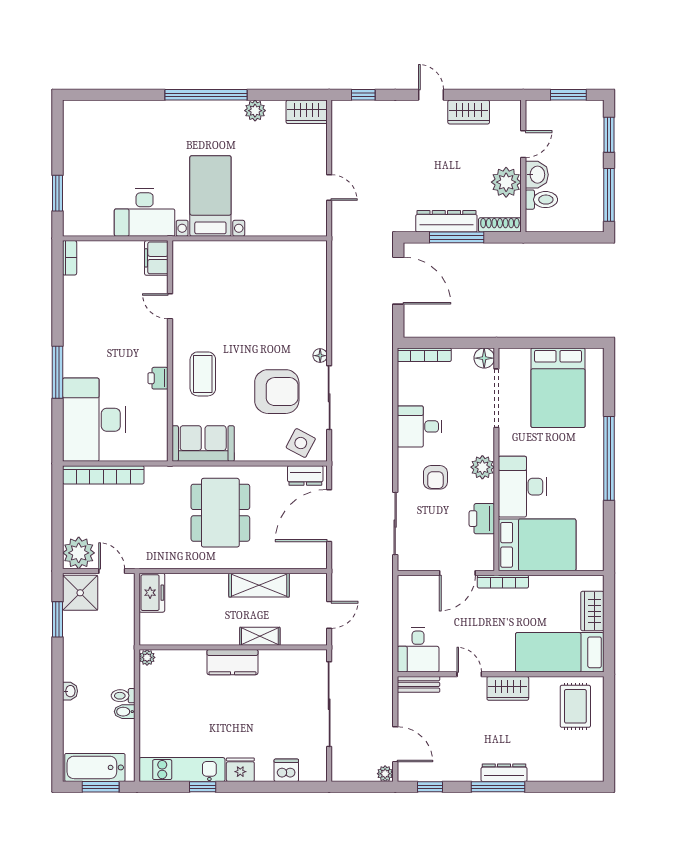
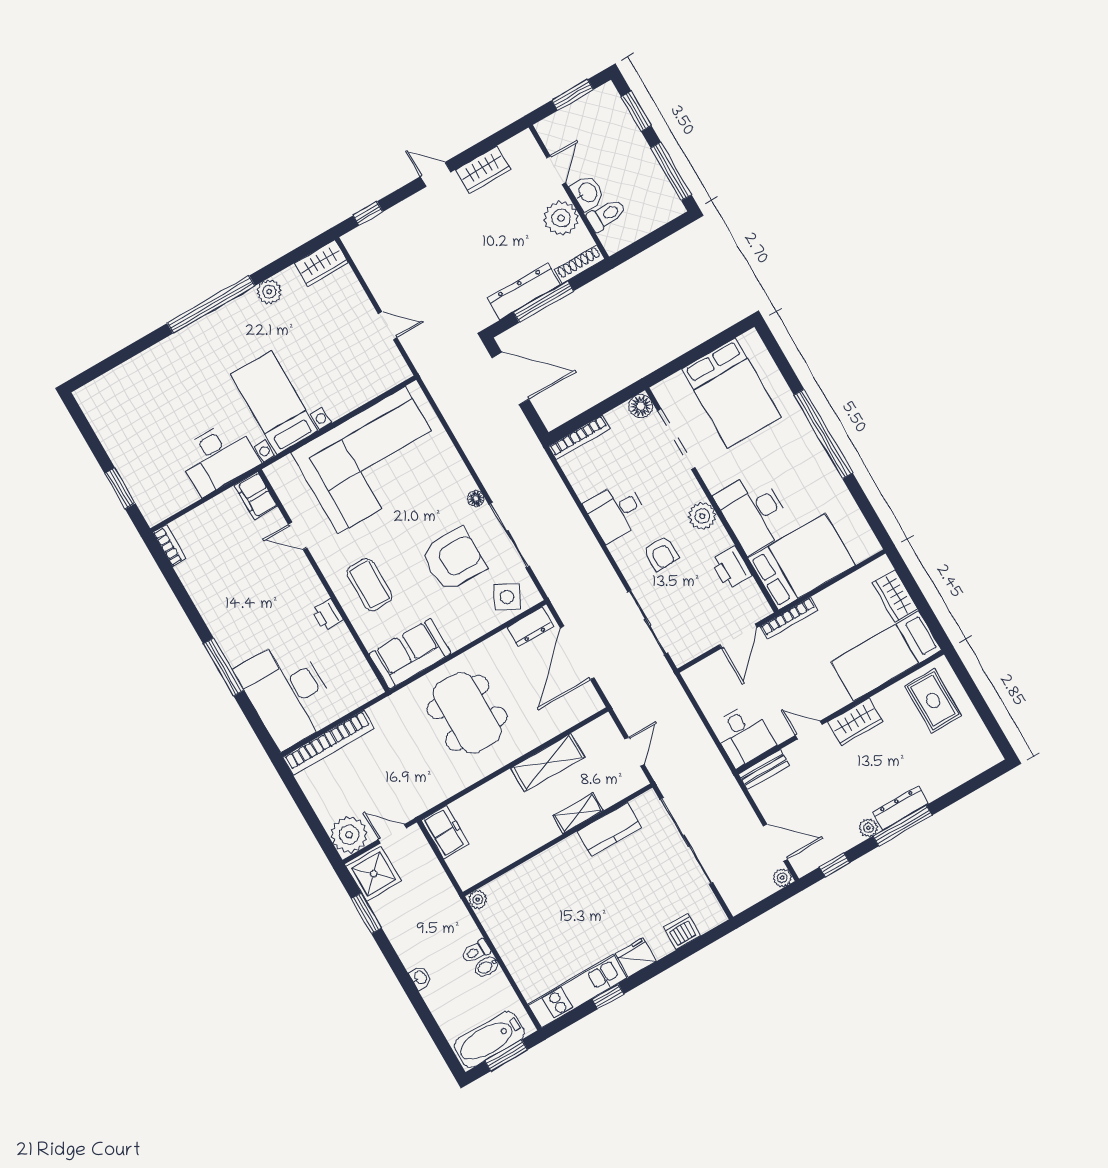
corner sofa: (259, 281) -> (372, 460), added
kitchen counter: (232, 662) -> (609, 829), moved
plant: (471, 774) -> (868, 828), added

